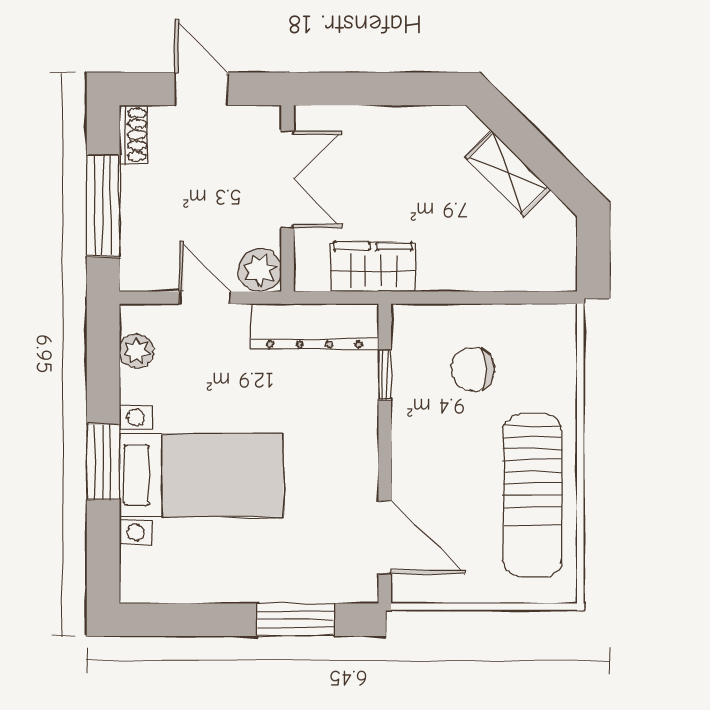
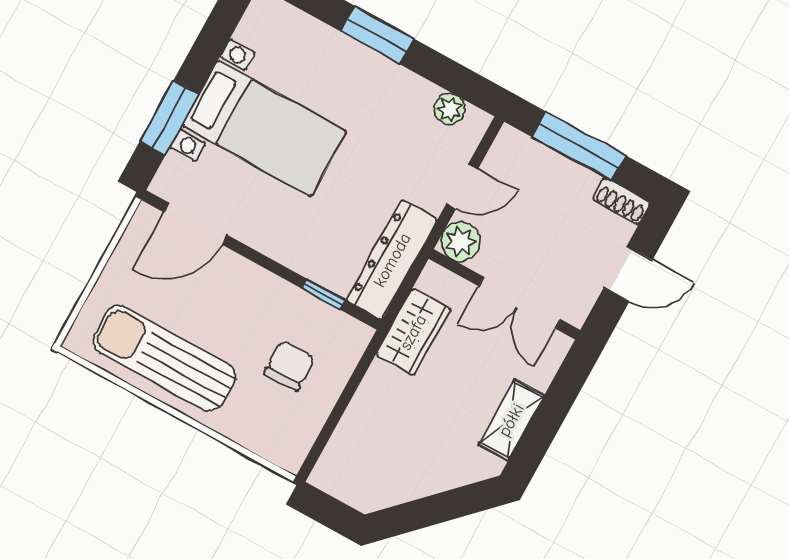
shelving: (508, 173) -> (511, 420), moved, turned -45
bed with nightstands: (201, 475) -> (264, 129), moved, turned -90

